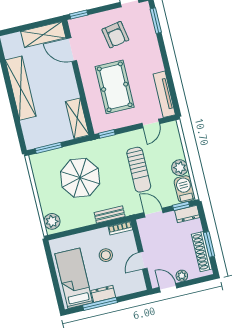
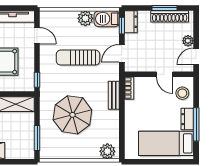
sun lounger: (139, 170) -> (78, 58), turned 180
stool: (106, 255) -> (182, 93), moved

